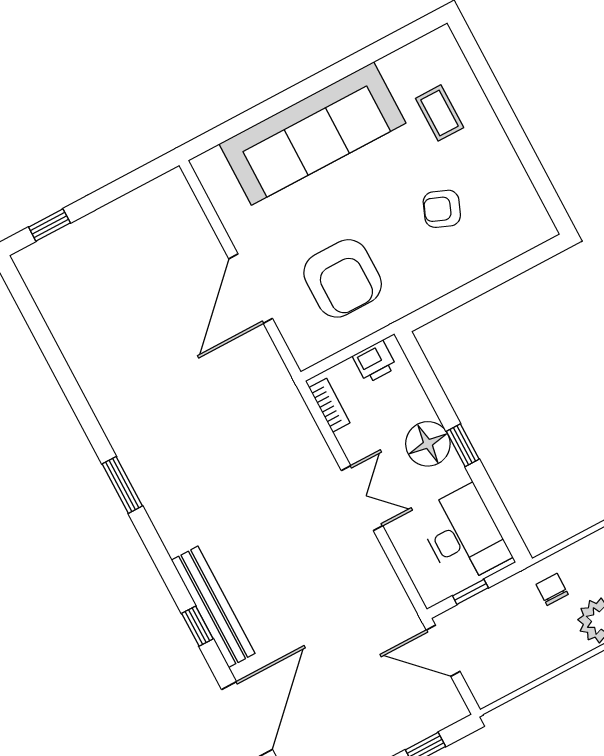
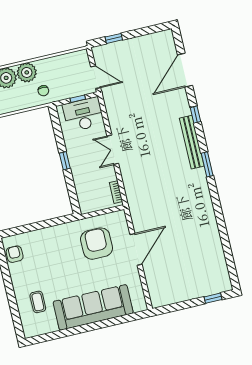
armchair: (442, 209) -> (15, 254), moved, turned -112
printer: (375, 362) -> (92, 205), removed
floor lamp: (428, 444) -> (79, 165), removed
window: (122, 485) -> (207, 164), moved
desk: (463, 535) -> (83, 114), moved, turned 90
bench: (213, 607) -> (192, 142), moved

